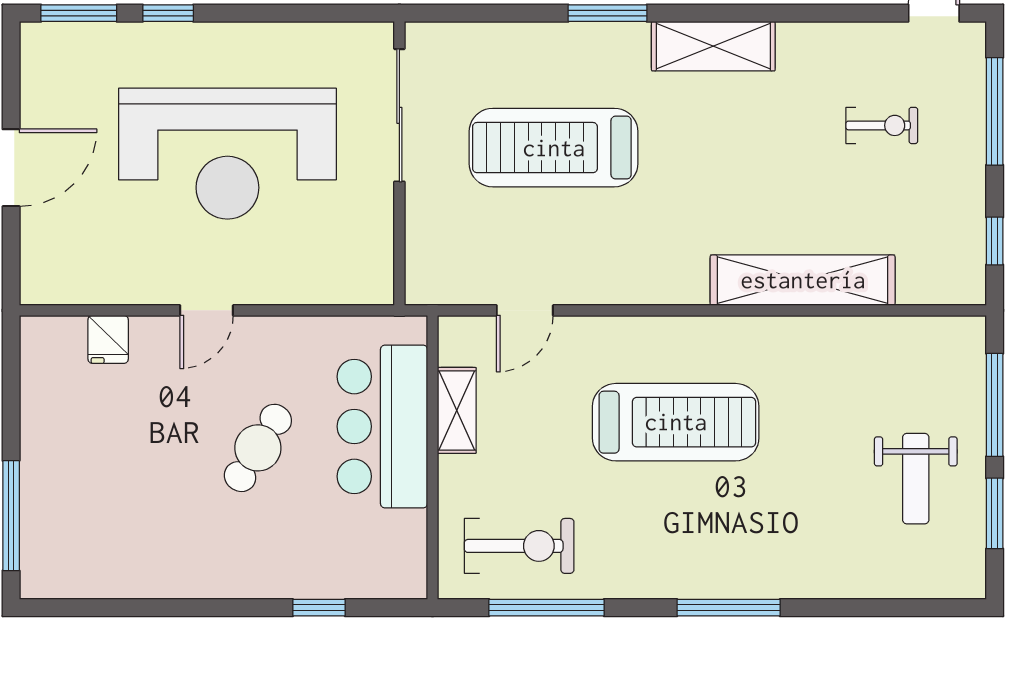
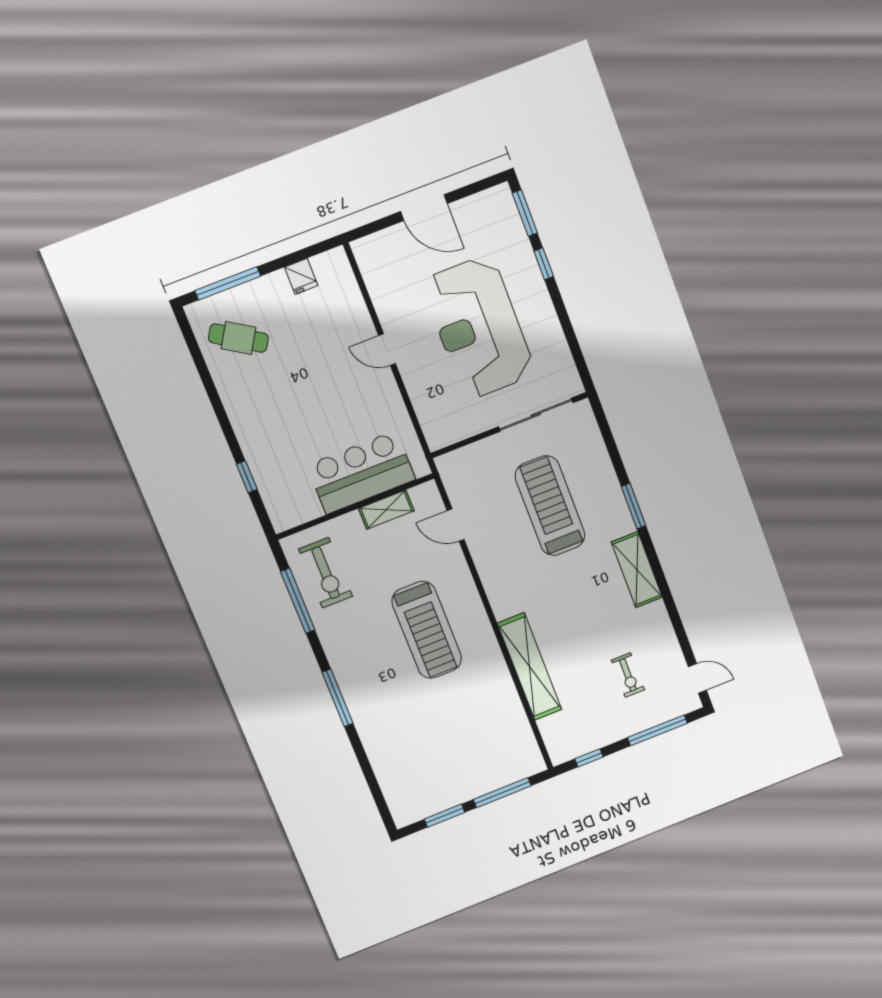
fridge: (108, 339) -> (301, 276), moved, turned -90
cafe table: (258, 448) -> (238, 338), moved
weight bench: (916, 479) -> (447, 768), removed

